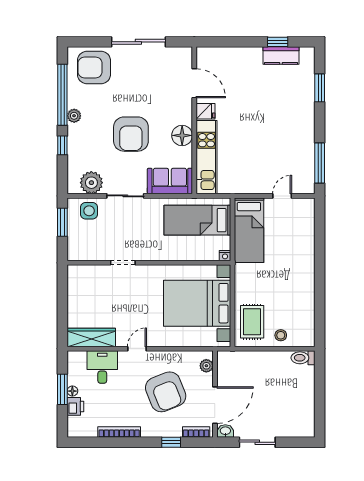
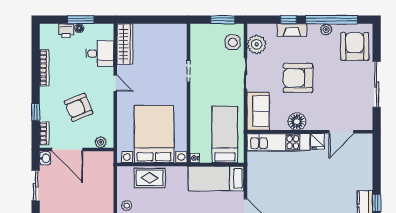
plant: (74, 116) -> (326, 30), moved
fireplace: (75, 141) -> (292, 30), added
rug: (252, 322) -> (150, 178), moved
armchair: (166, 392) -> (79, 107), width x0.73, depth x0.73

